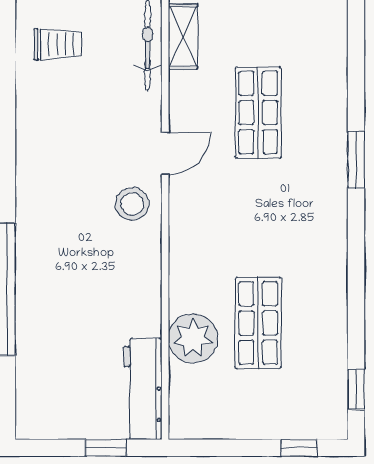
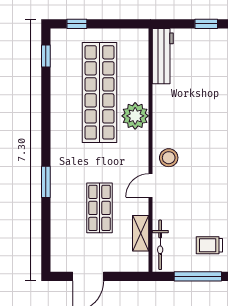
shelving: (183, 36) -> (141, 233), moved
shop shelf: (258, 323) -> (99, 92), width x2.00, depth x1.36
plant: (193, 338) -> (135, 116), moved
window: (106, 448) -> (206, 24), moved

